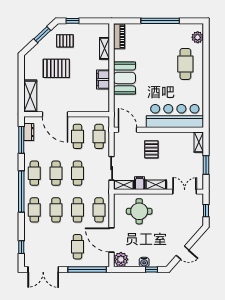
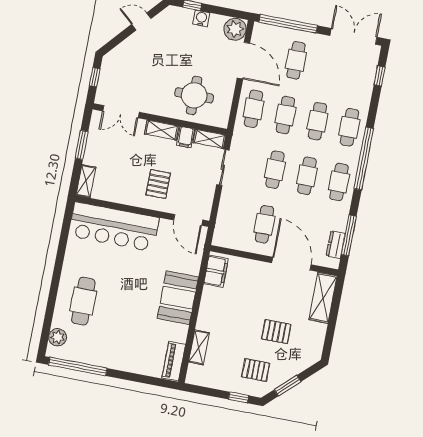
window: (160, 21) -> (78, 366), moved
pallet: (56, 68) -> (276, 332), width x0.67, depth x0.71
filing cabinet: (103, 79) -> (216, 271), moved
cafe table: (99, 136) -> (232, 218), removed

